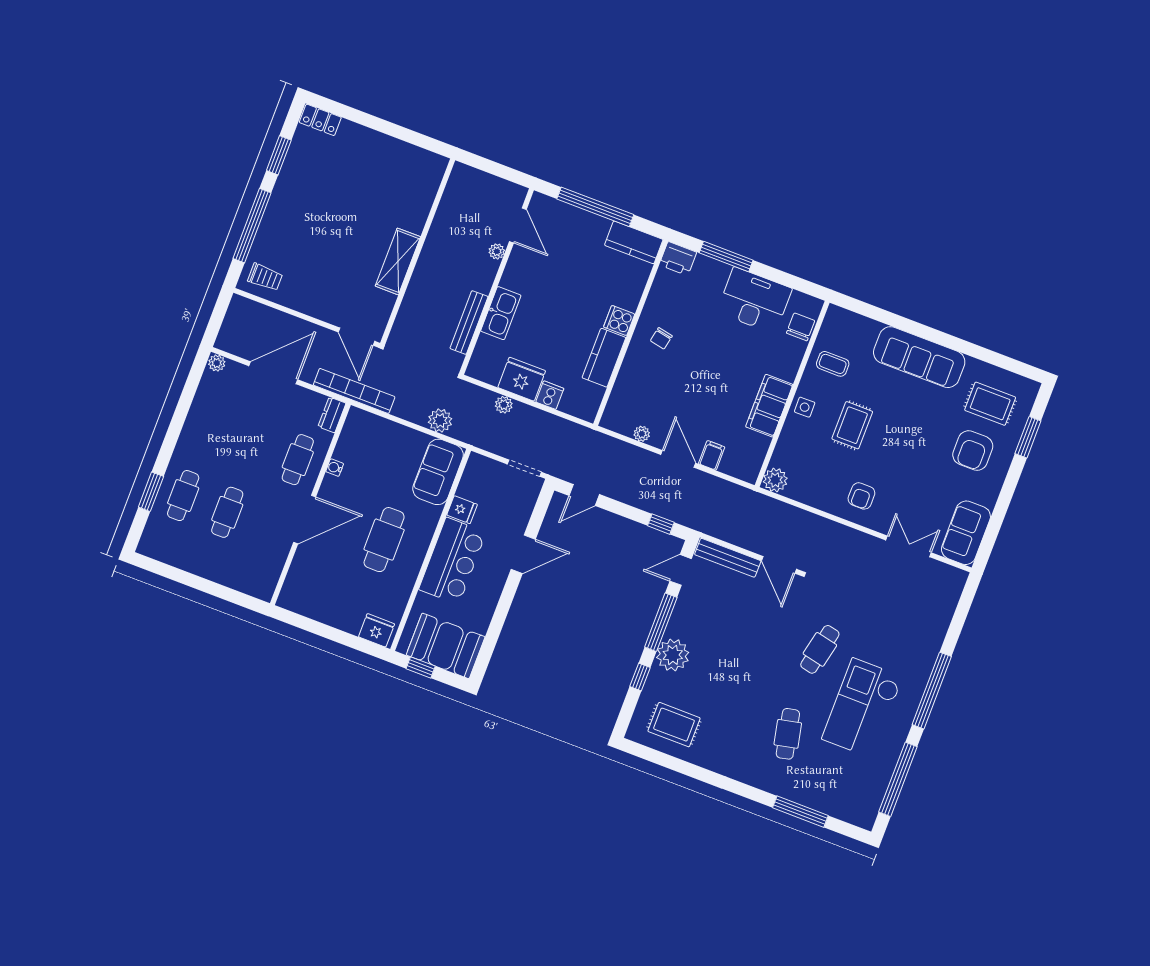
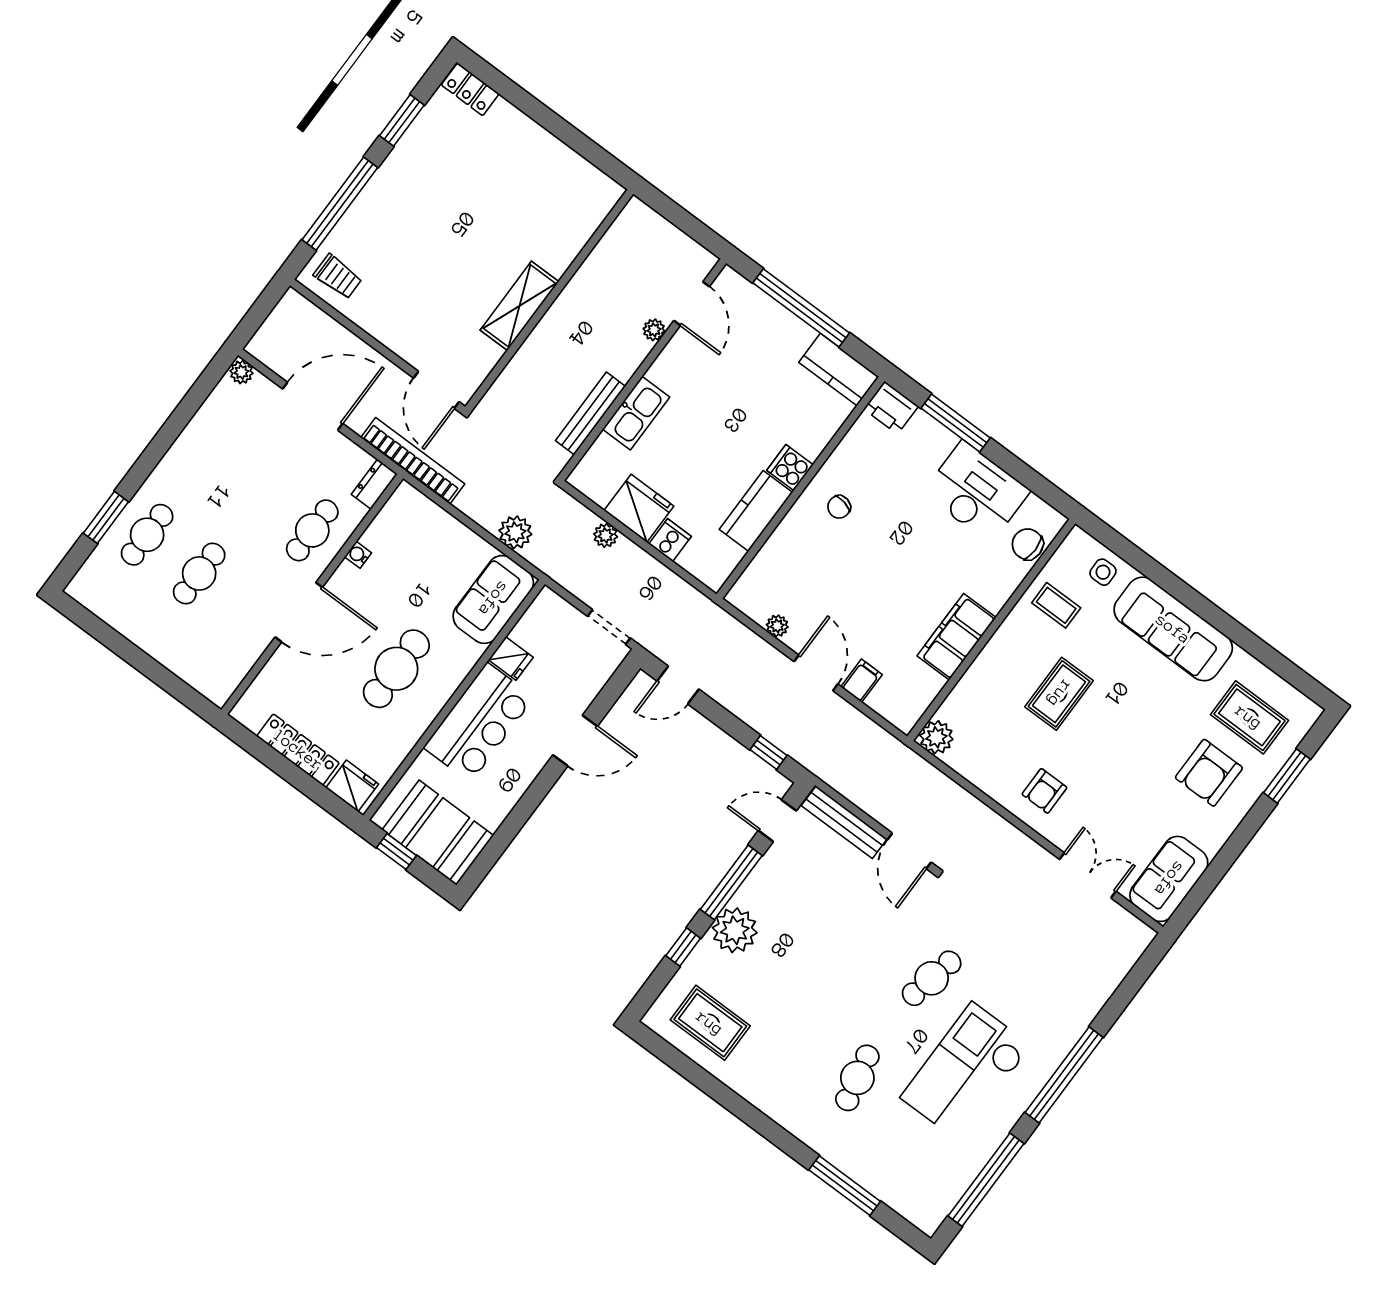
chair: (801, 327) -> (1028, 544), turned -90
side table: (805, 407) -> (1103, 572), moved
locker: (331, 616) -> (298, 750), added

